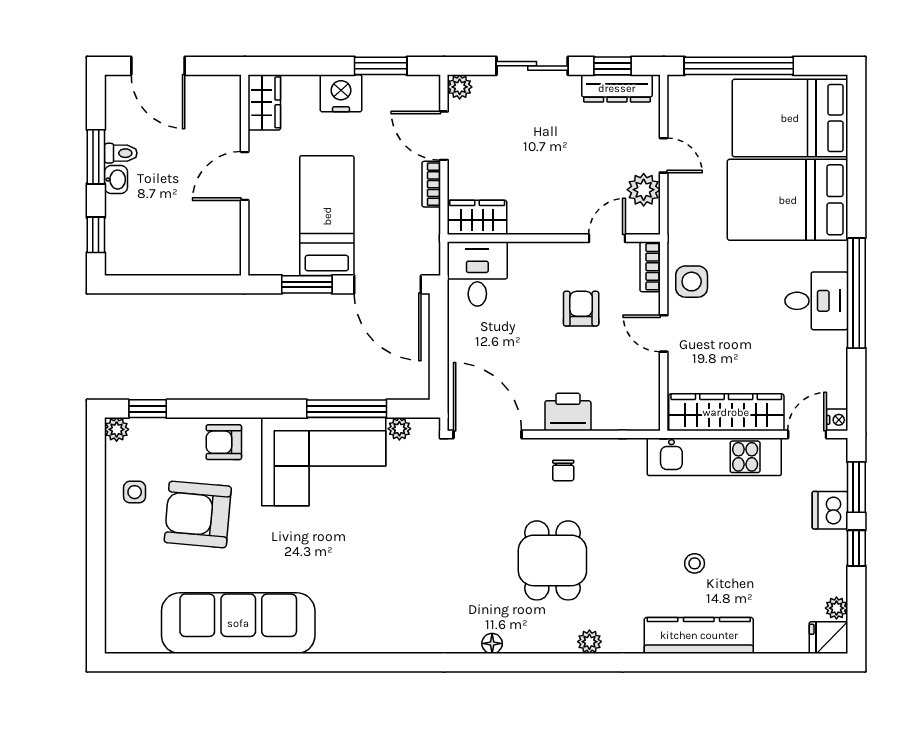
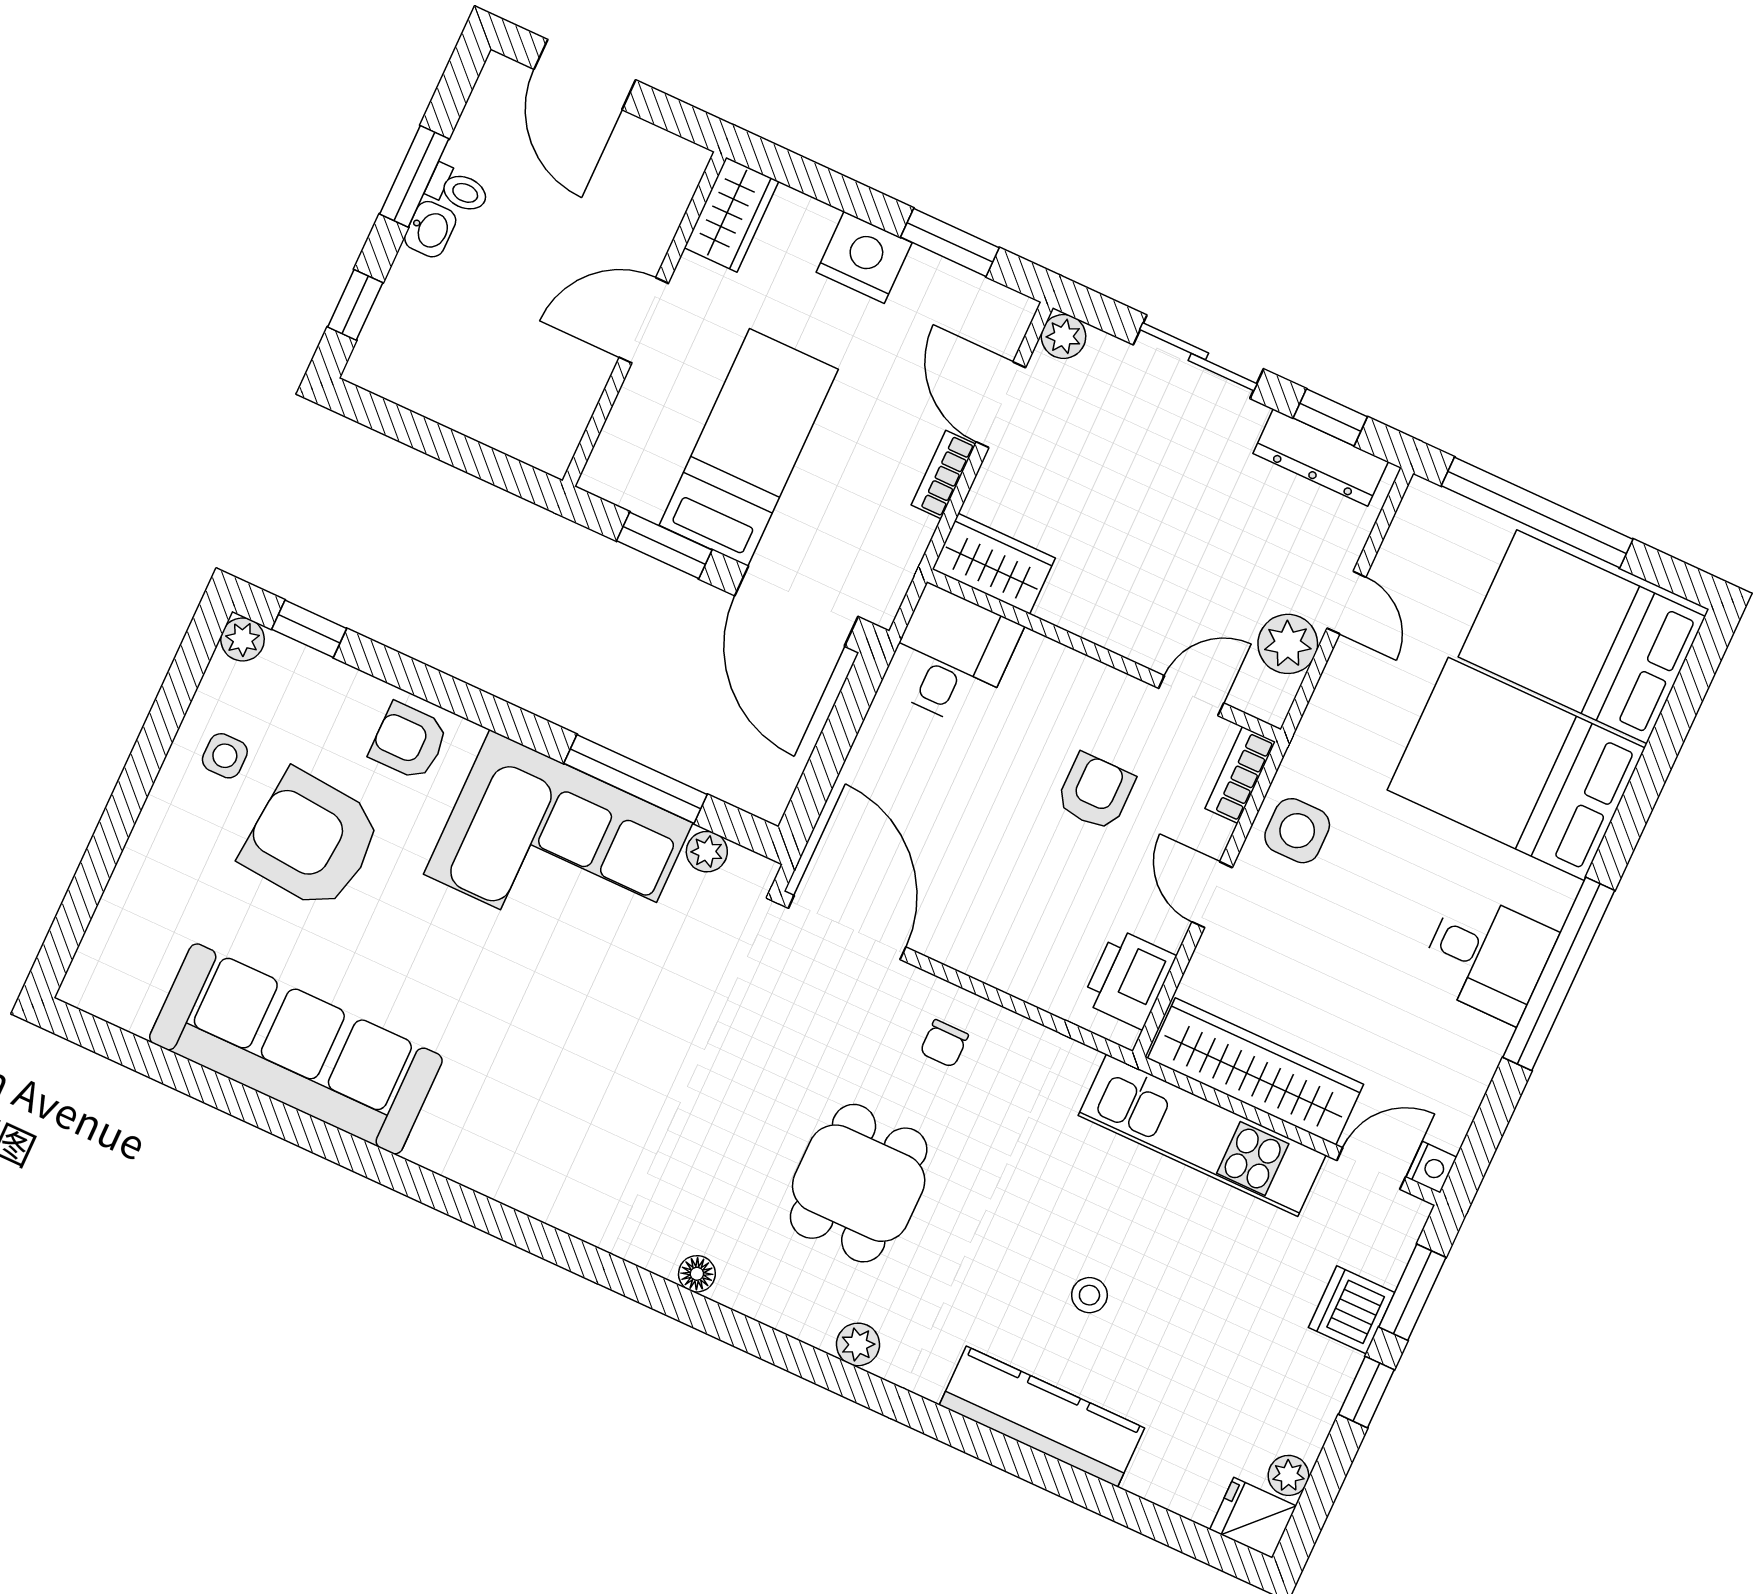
printer: (568, 412) -> (1129, 979), moved, turned -90

